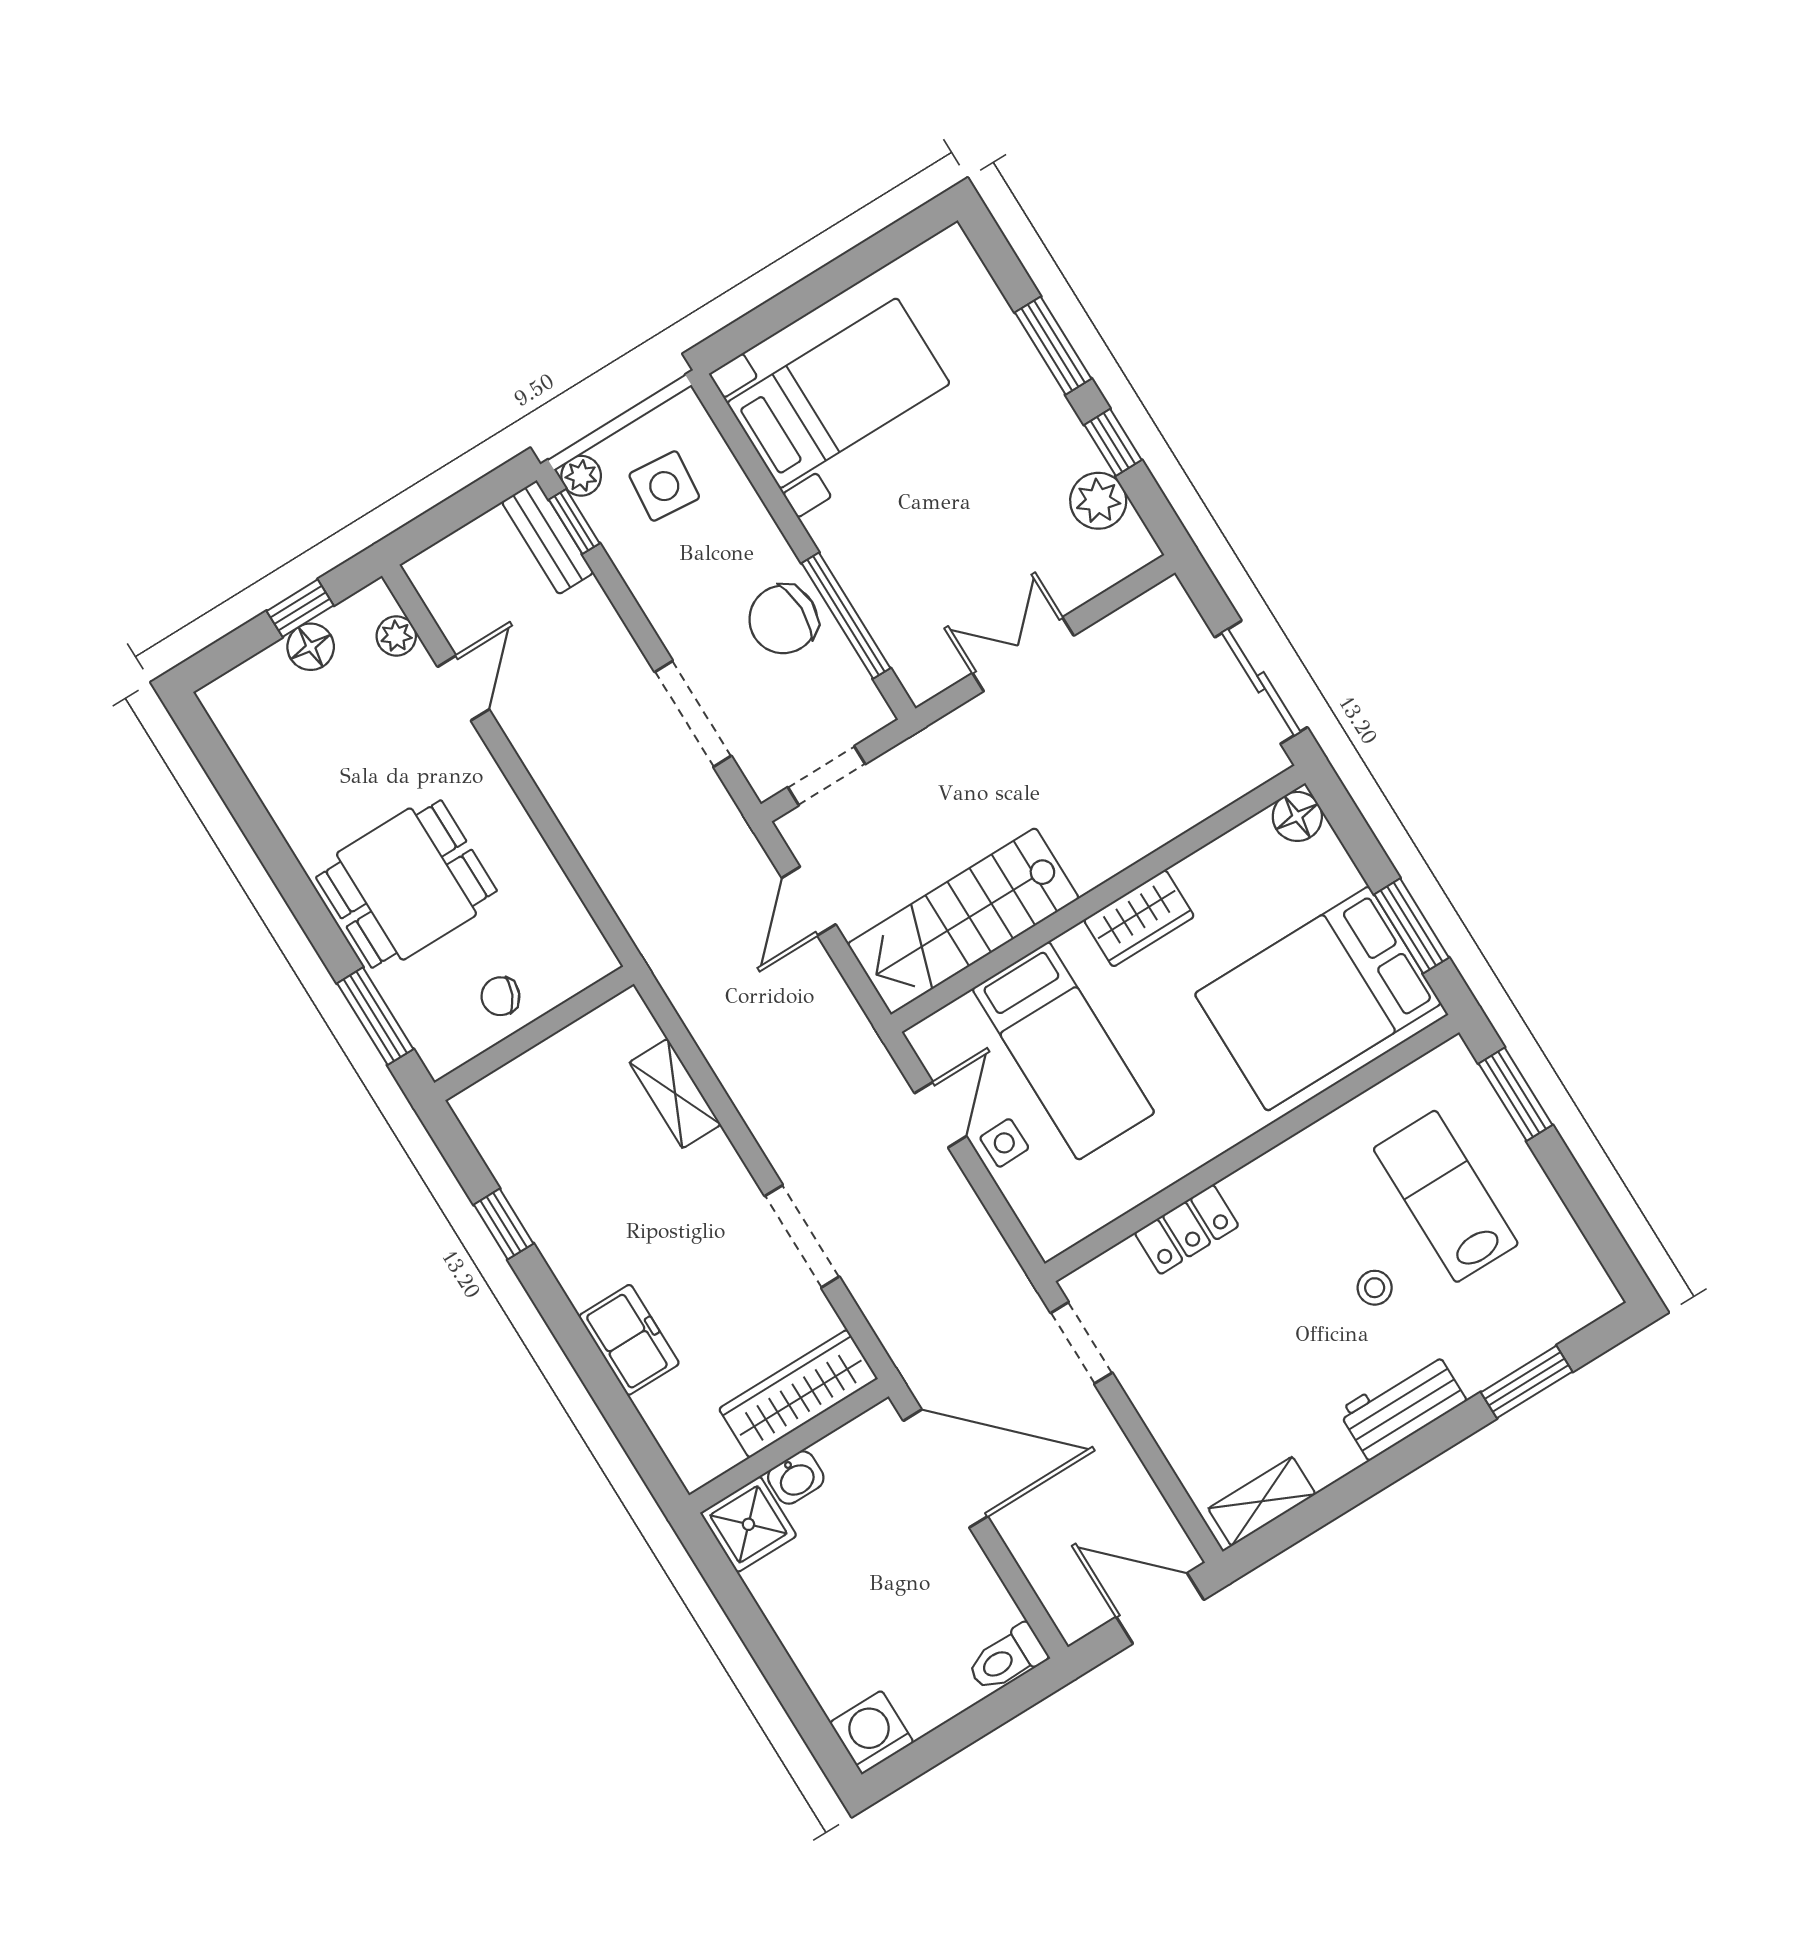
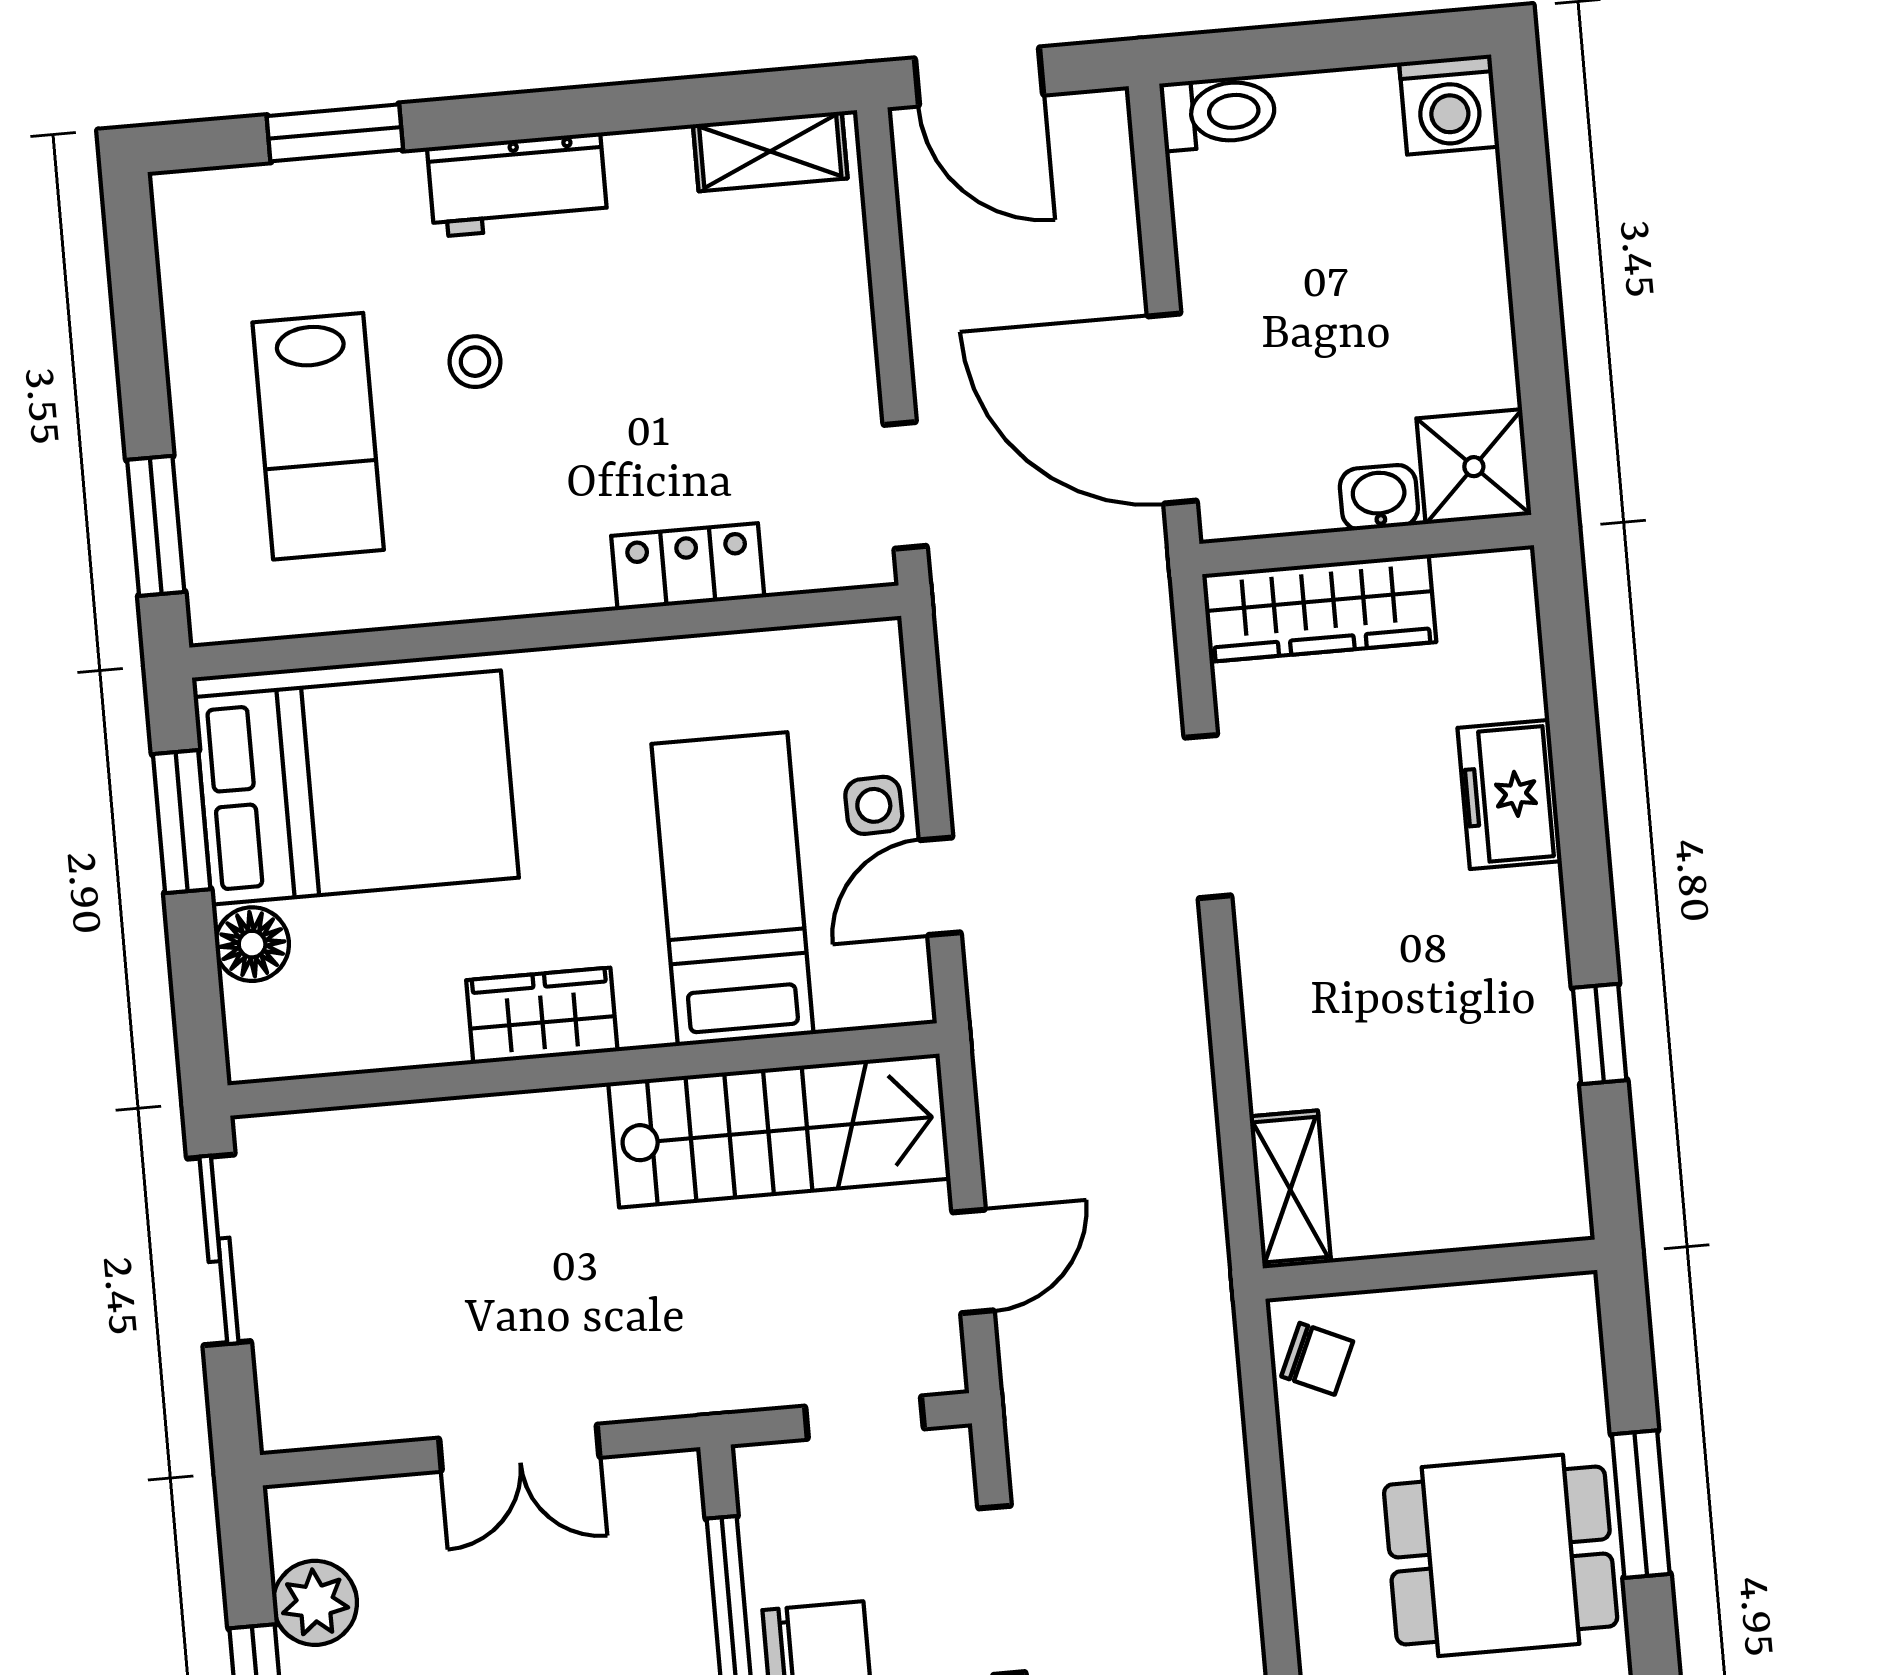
floor lamp: (1297, 816) -> (252, 944), moved
chair: (500, 996) -> (1317, 1359), moved
window: (375, 1016) -> (1641, 1504), moved
shelving: (675, 1093) -> (1290, 1190), moved

